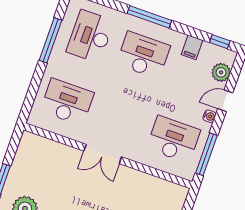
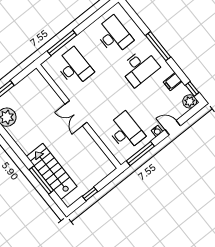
desk: (90, 36) -> (114, 35), turned 90
window: (51, 40) -> (62, 43), moved
desk: (143, 55) -> (139, 68), turned 90
plant: (221, 72) -> (190, 101), moved

